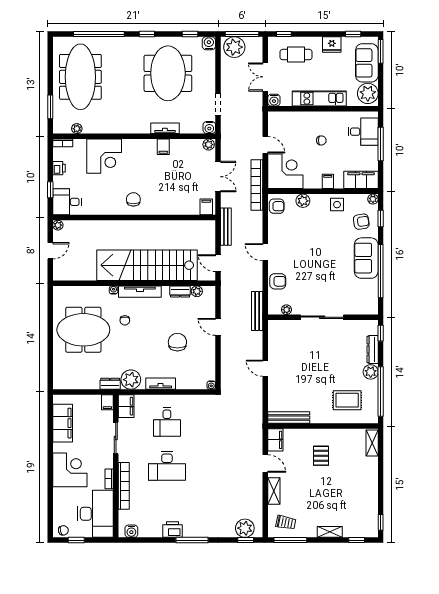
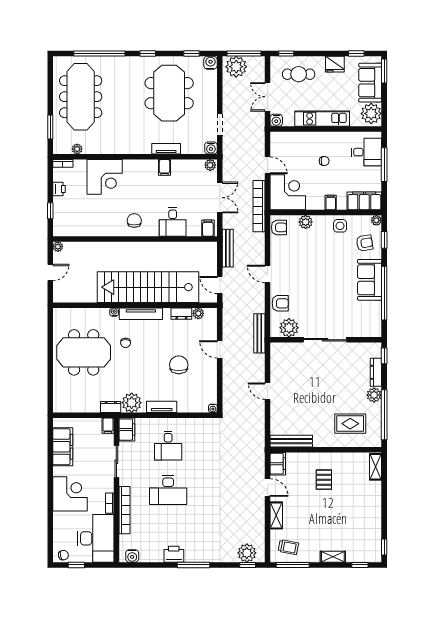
desk: (67, 202) -> (173, 222), moved, turned -90
plant: (286, 310) -> (289, 328), width x1.88, depth x1.88

